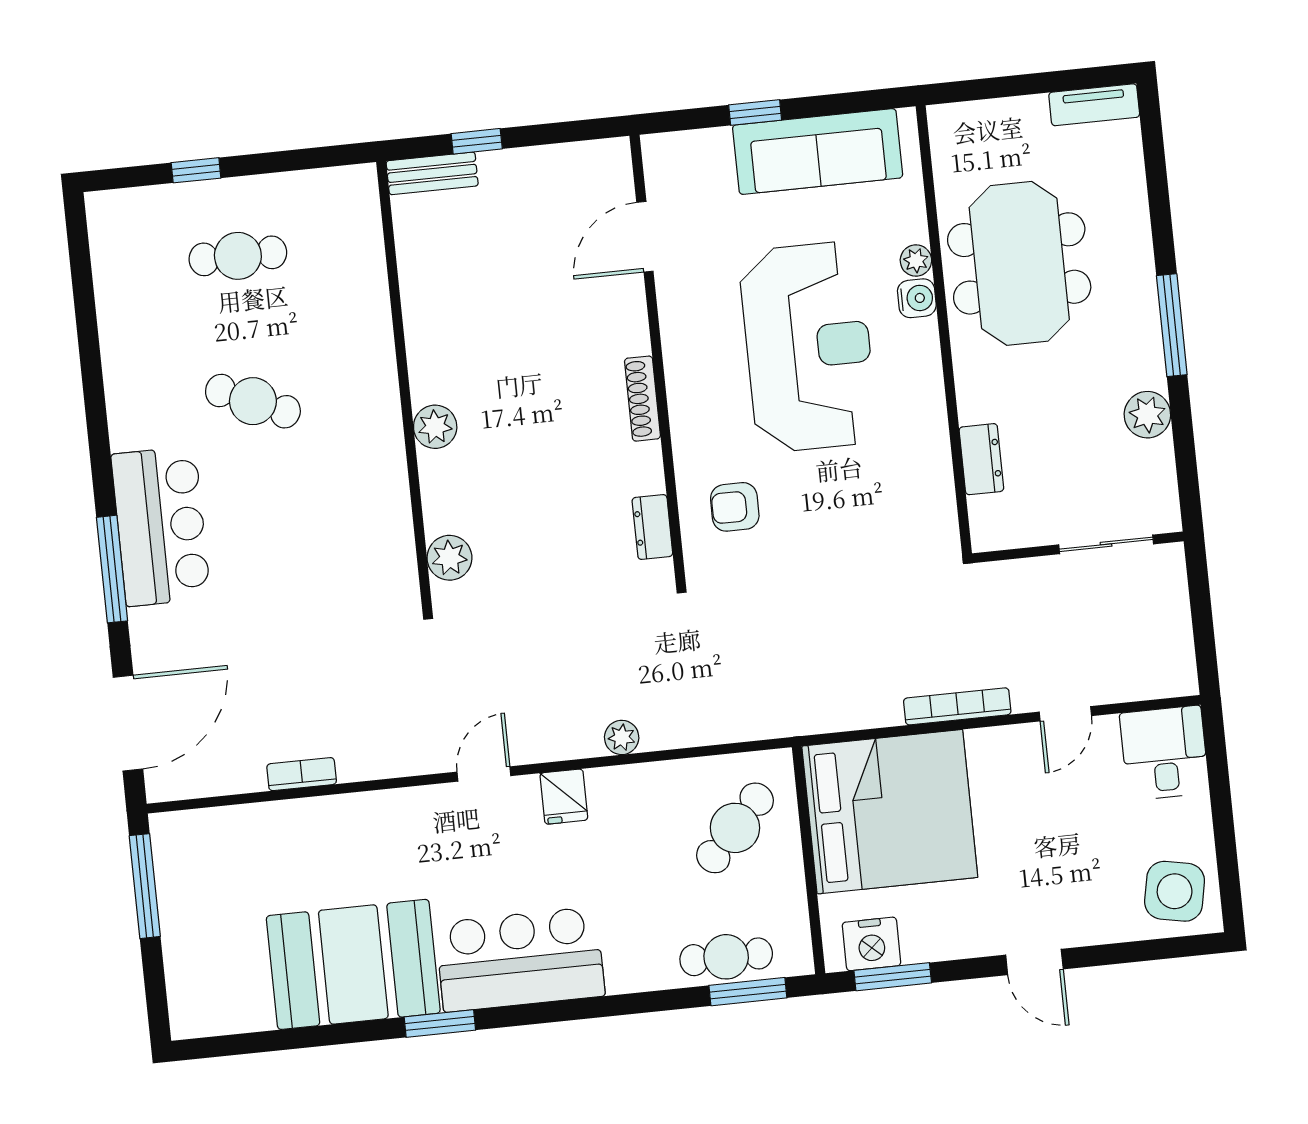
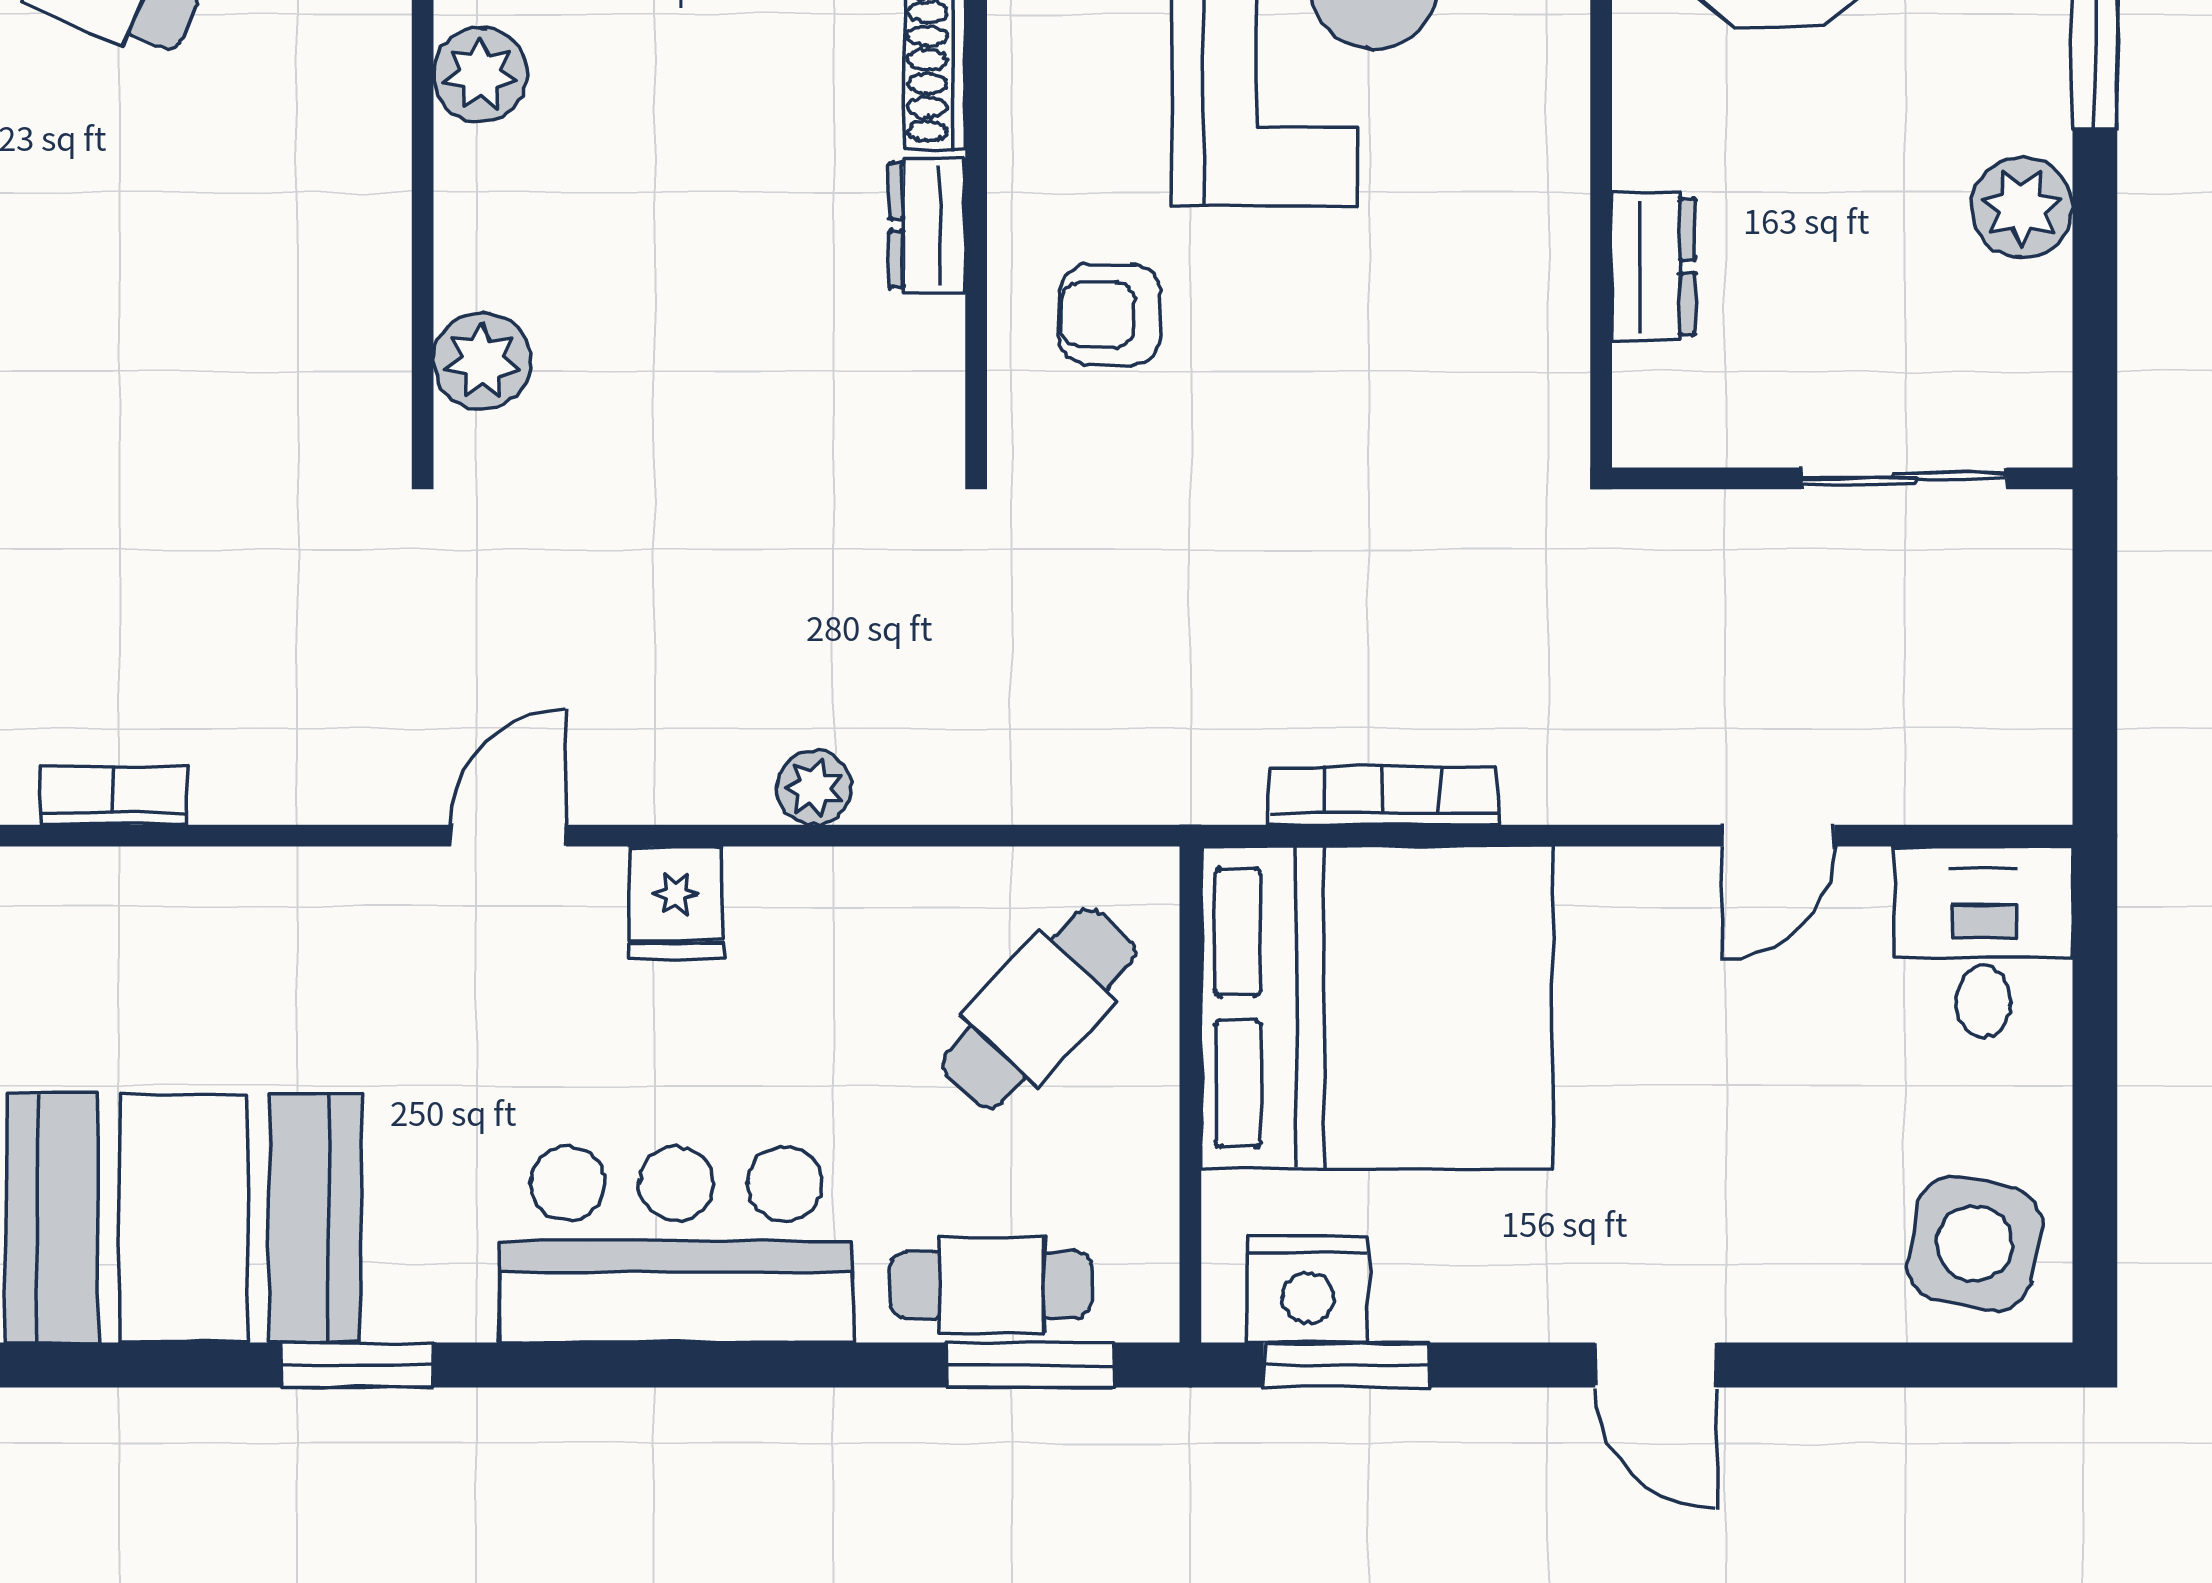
dresser: (652, 527) -> (927, 225), moved
bookcase: (957, 706) -> (1383, 795), moved
bar counter: (520, 959) -> (676, 1245), moved

